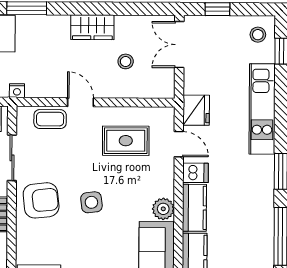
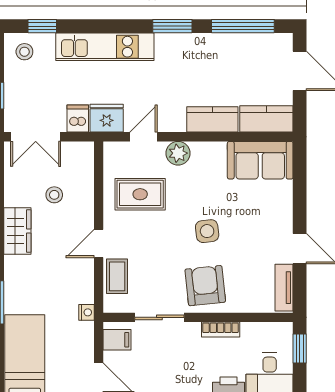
rug: (126, 141) -> (140, 194), turned 90
dishwasher: (195, 173) -> (78, 119), moved
plant: (163, 209) -> (178, 153), moved

